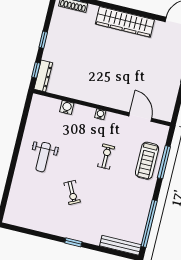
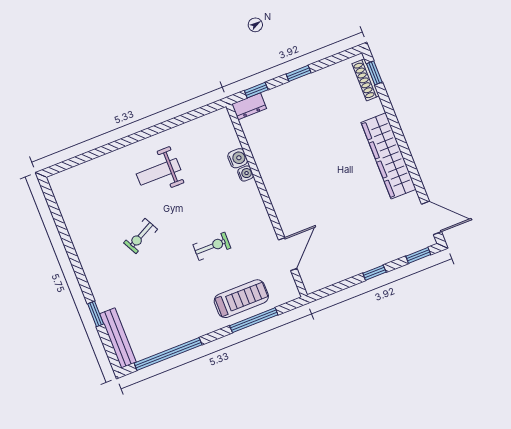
dresser: (43, 76) -> (249, 106), width x0.70
water cooler: (100, 114) -> (246, 173), moved
treadmill: (147, 161) -> (241, 299), turned 180
window: (73, 242) -> (96, 314), moved

